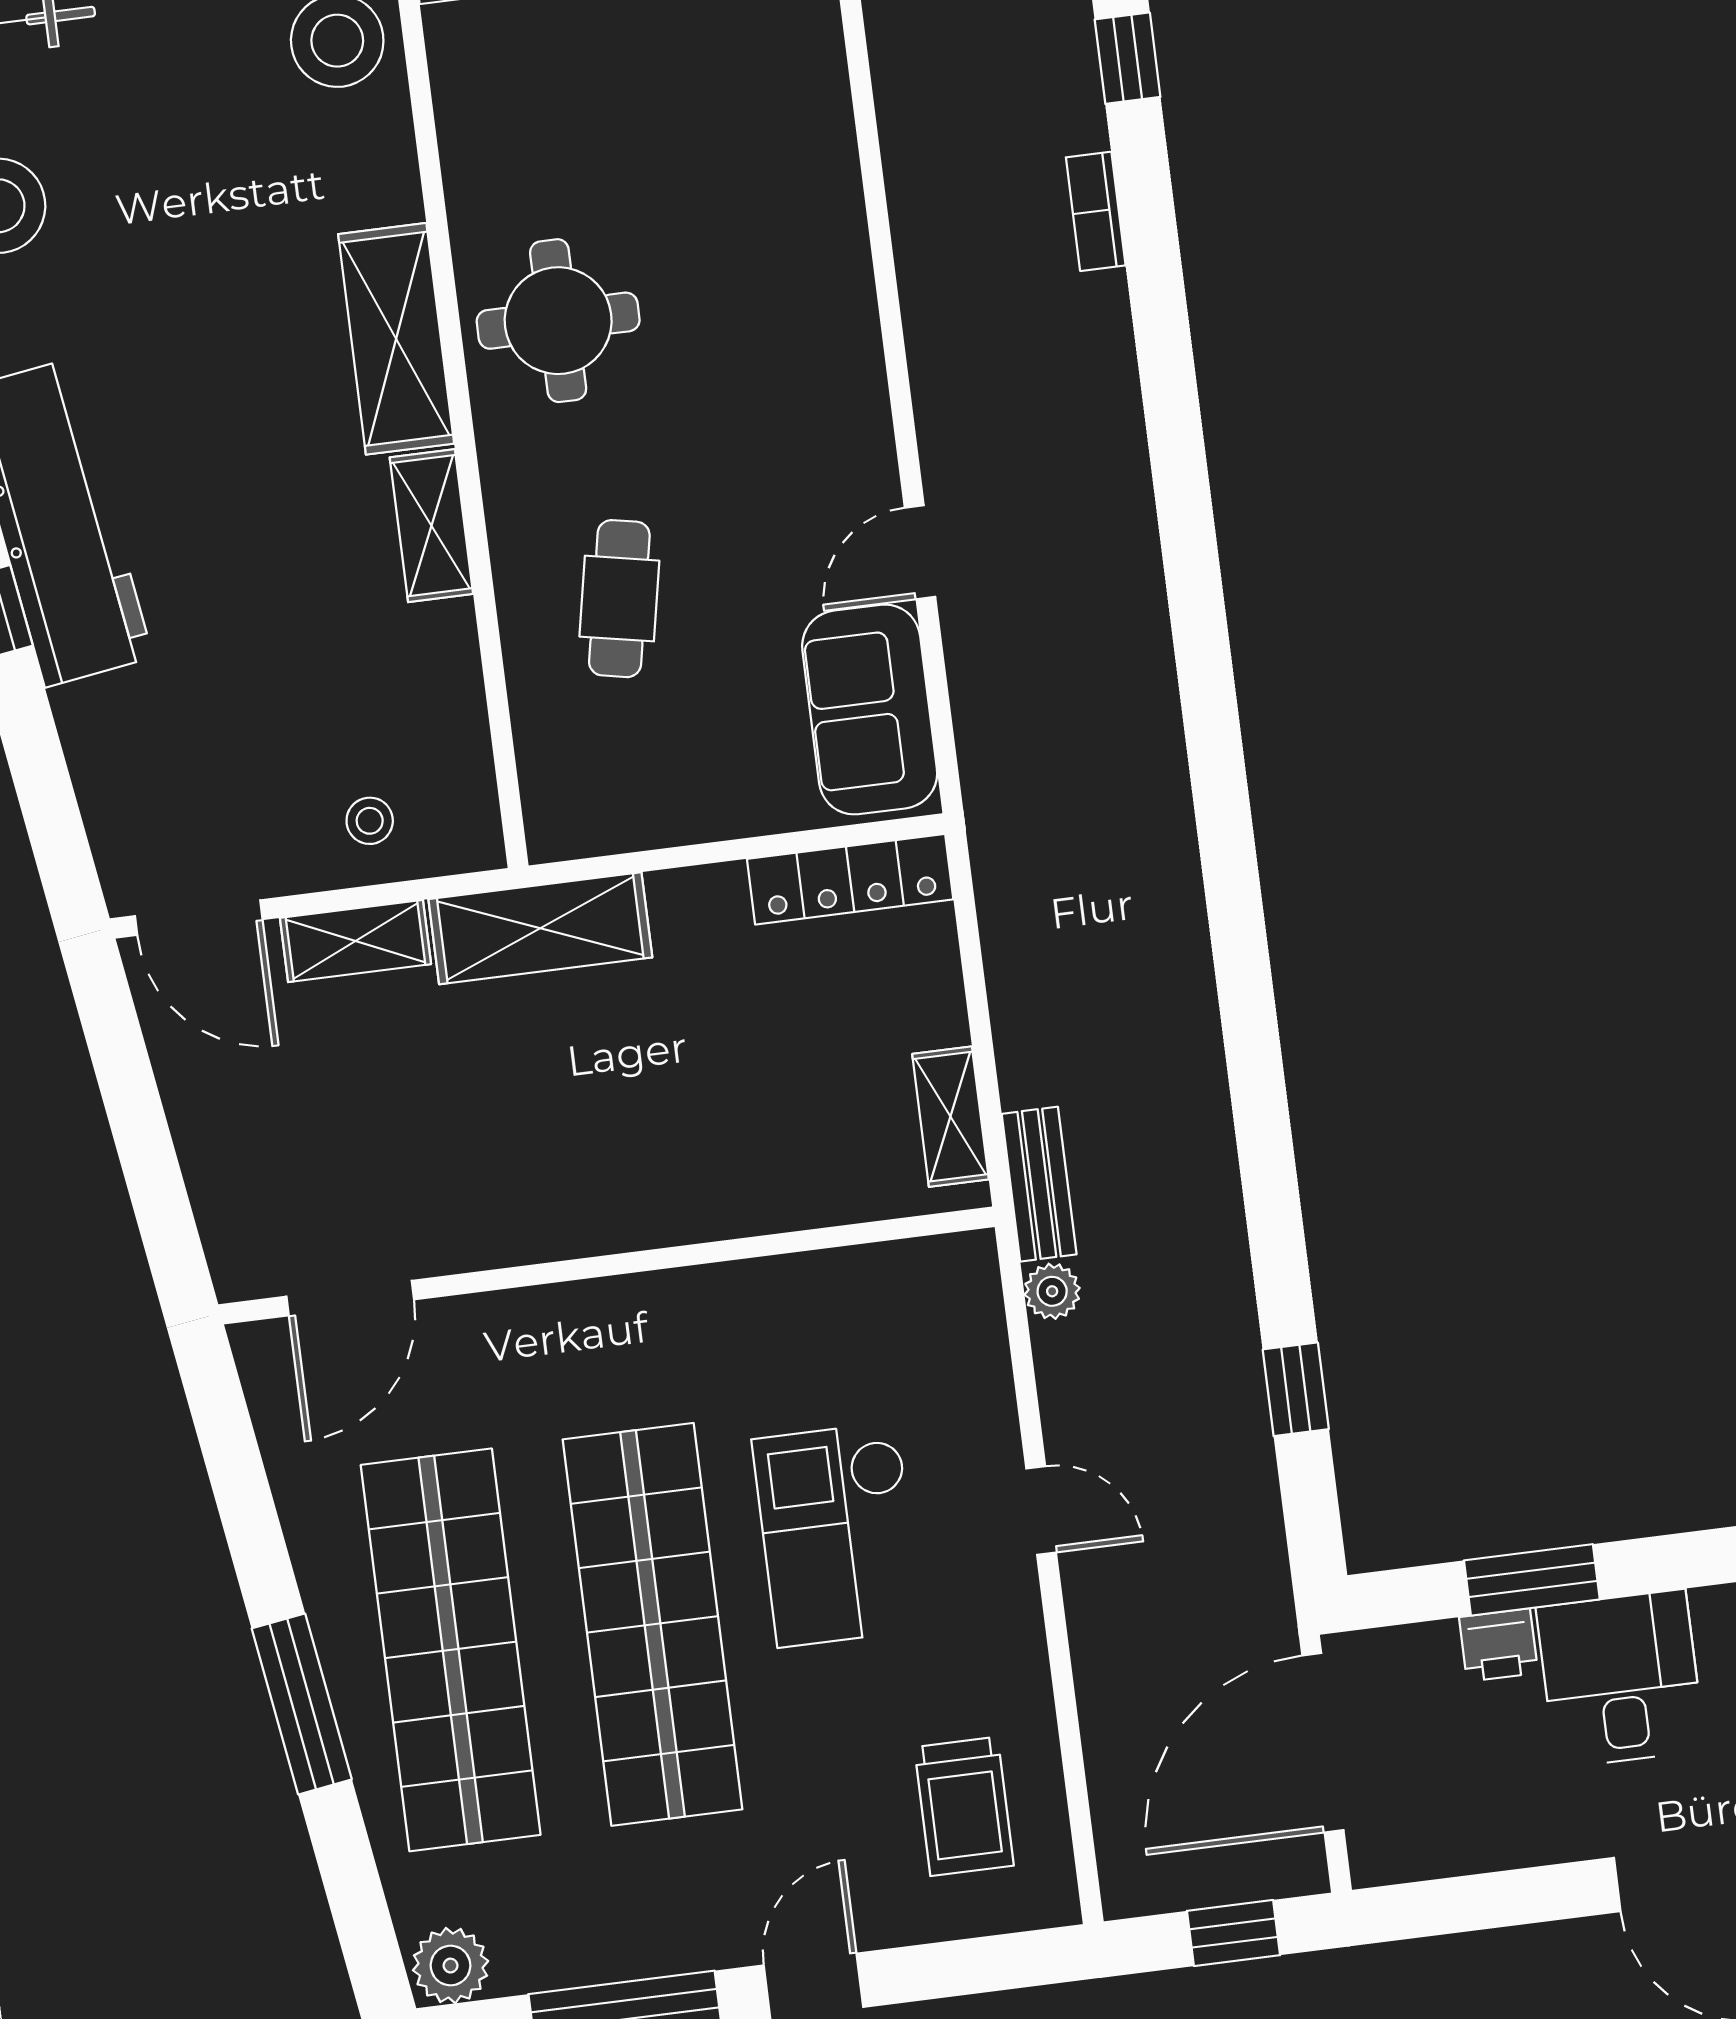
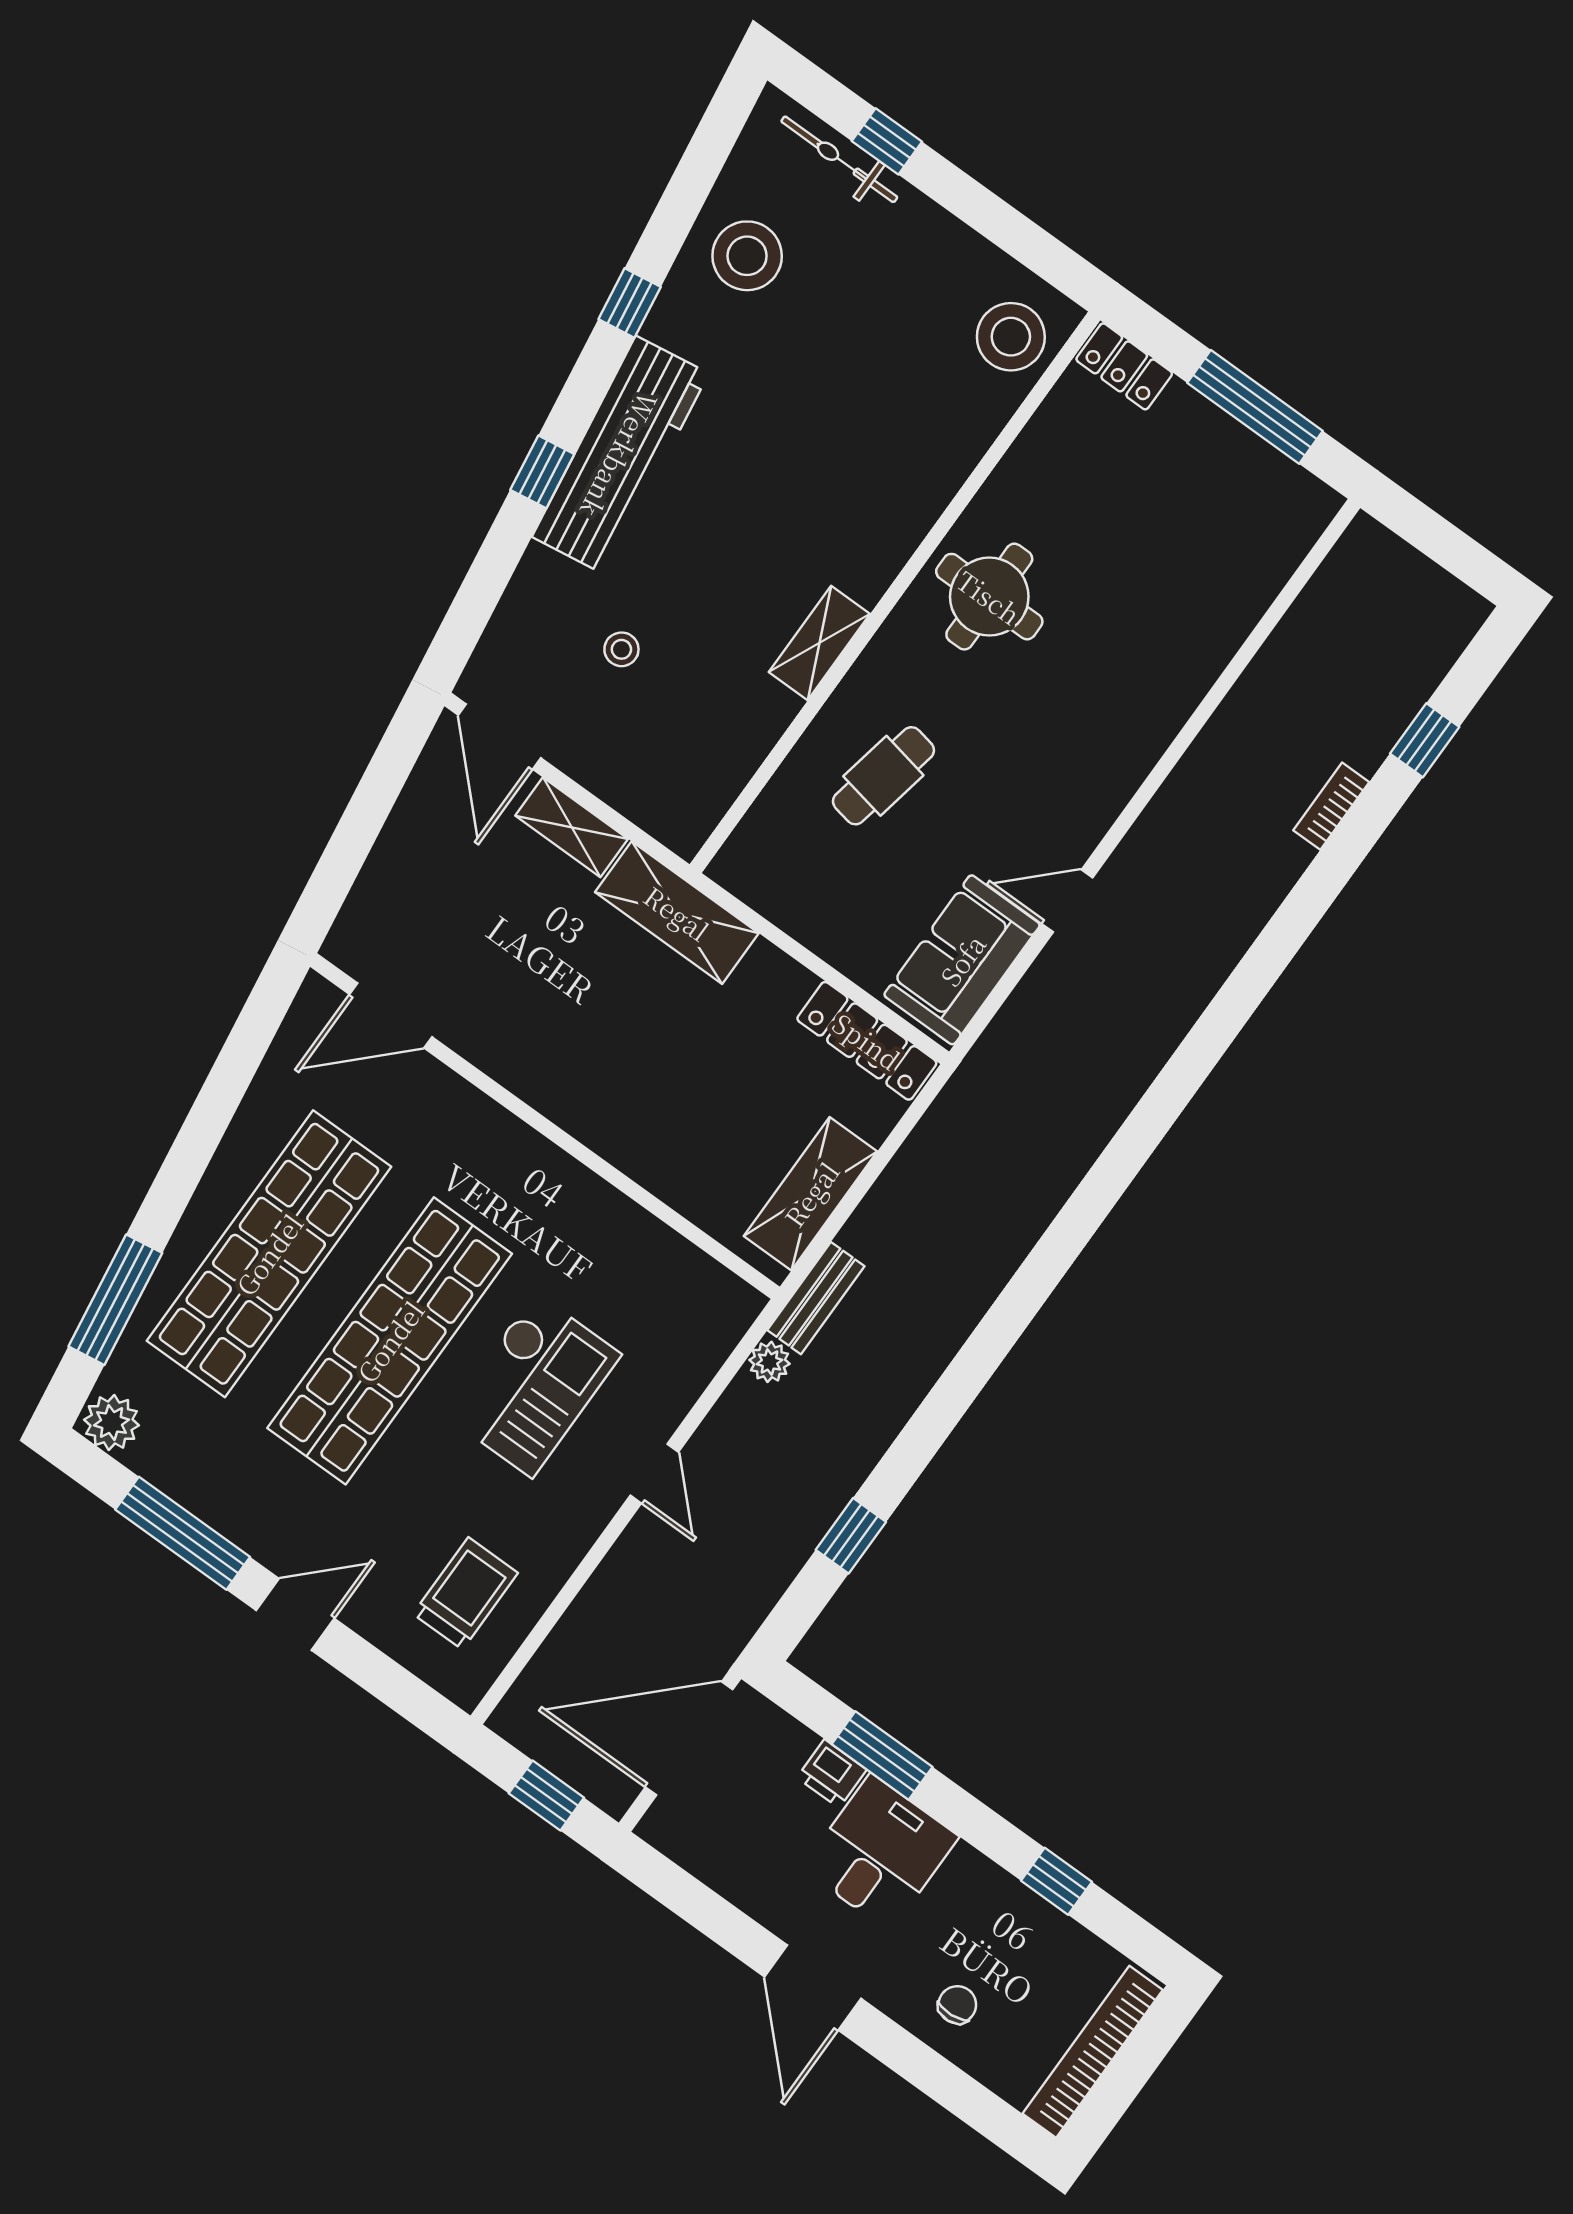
shelving: (396, 339) -> (894, 525), removed
stool: (370, 821) -> (621, 649), moved
shelving: (950, 1117) -> (811, 1194), width x1.50, depth x1.33
checkout: (838, 1535) -> (533, 1385), turned 180
window: (302, 1704) -> (115, 1300), moved
trolley: (964, 1806) -> (465, 1593), turned 180

